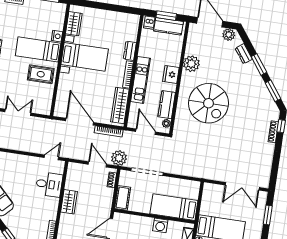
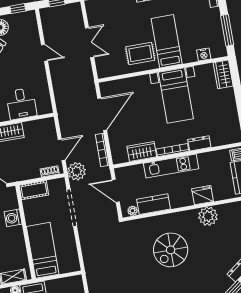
wardrobe: (74, 24) -> (223, 74), moved, turned 90
nightstand: (57, 36) -> (204, 55), moved
rug: (41, 74) -> (140, 53), turned 90
fridge: (171, 74) -> (203, 195), moved
spiral stairs: (208, 103) -> (171, 250), width x0.73, depth x0.73
wardrobe: (120, 106) -> (142, 152), width x0.67
door: (146, 132) -> (116, 191), swing flipped
door: (51, 157) -> (45, 53), moved
washing machine: (160, 225) -> (13, 218), moved

